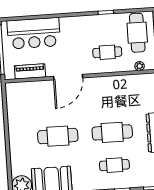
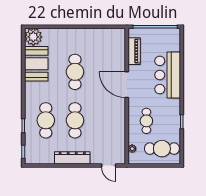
bar counter: (34, 33) -> (168, 75), moved
cafe table: (114, 165) -> (46, 120), width x1.37, depth x1.35

